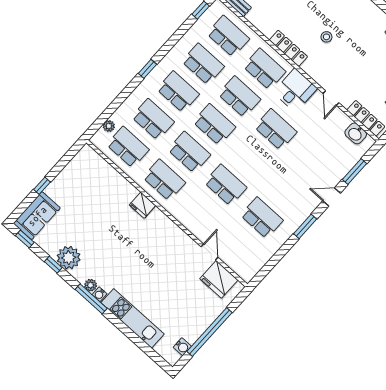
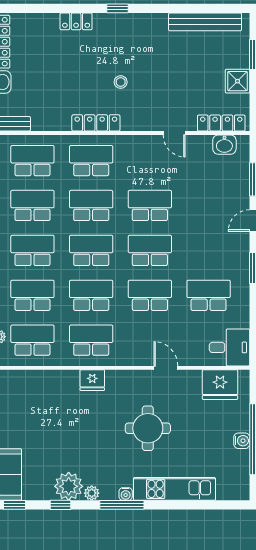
desk: (295, 90) -> (230, 347), moved, turned 90
school desk: (251, 157) -> (150, 250), added
door: (209, 252) -> (166, 368), moved
round table: (150, 266) -> (148, 428), added
plant: (91, 285) -> (92, 493), moved
water cooler: (182, 347) -> (242, 441), moved

